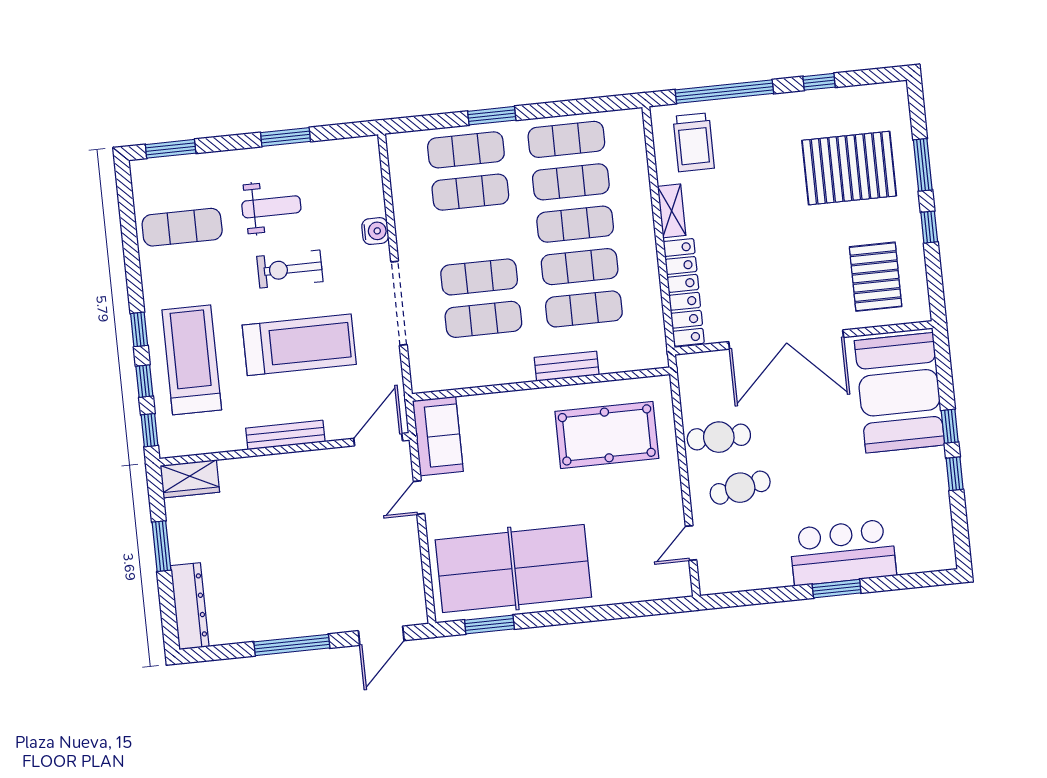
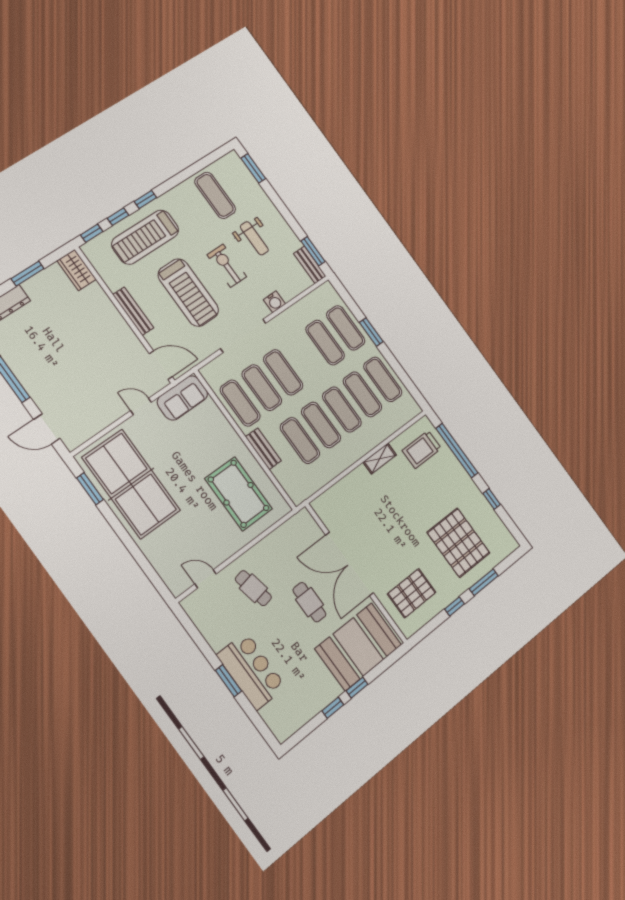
window: (286, 137) -> (313, 251), moved
bench: (350, 149) -> (310, 265), added
locker: (684, 292) -> (341, 491), removed
treadmill: (192, 360) -> (145, 237), turned 180
exercise mat: (488, 362) -> (240, 403), added
cafe table: (719, 437) -> (309, 602), moved

